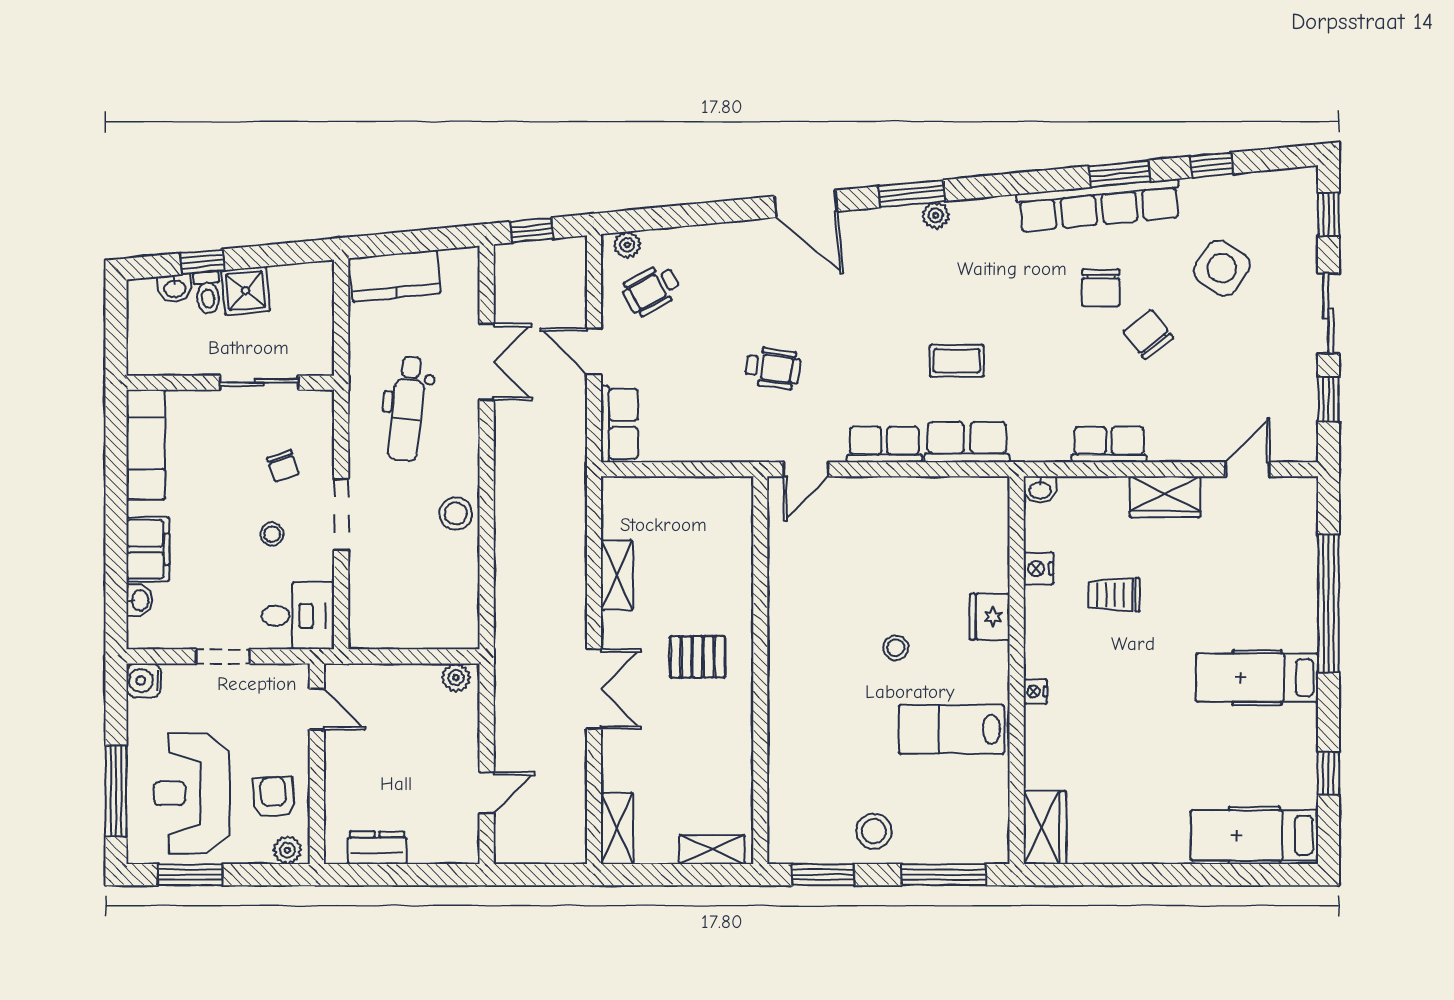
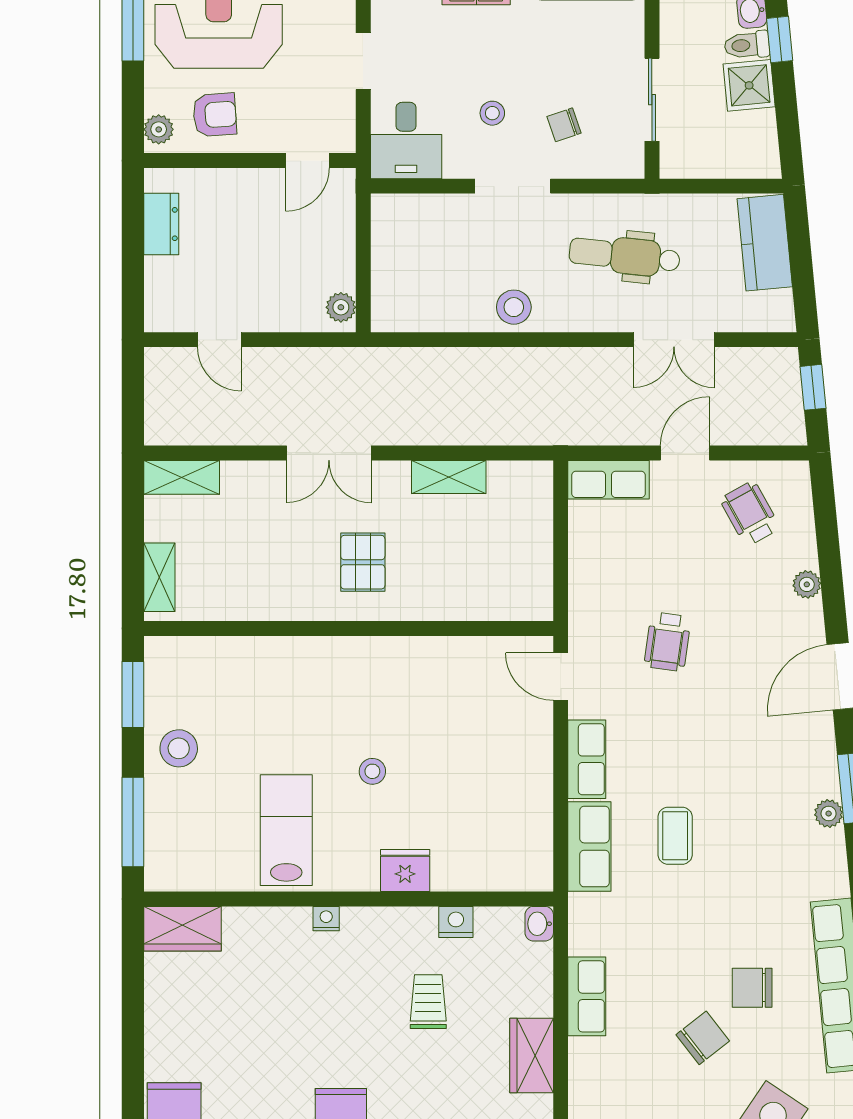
plant: (627, 245) -> (807, 584), moved

